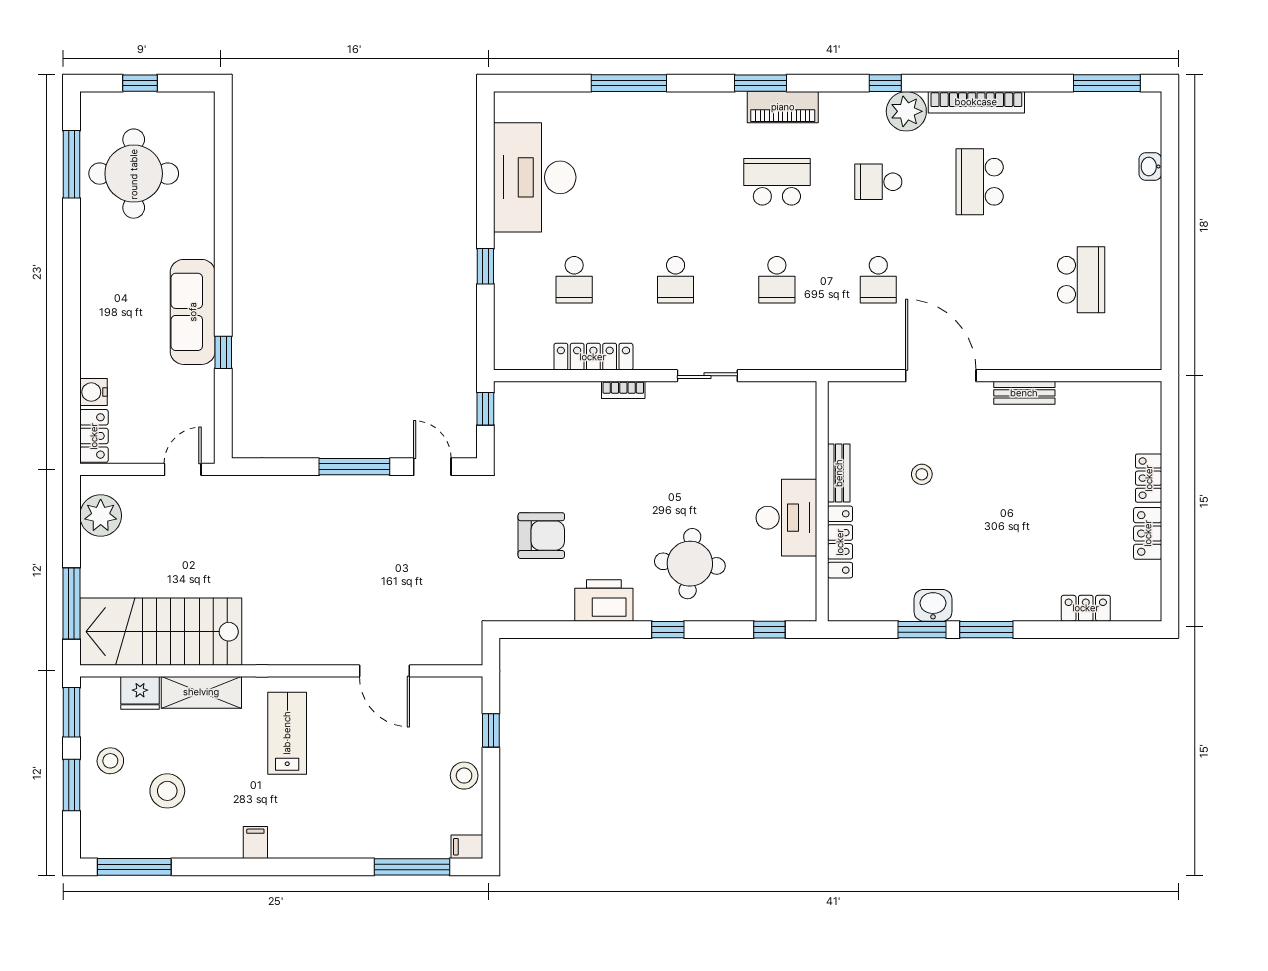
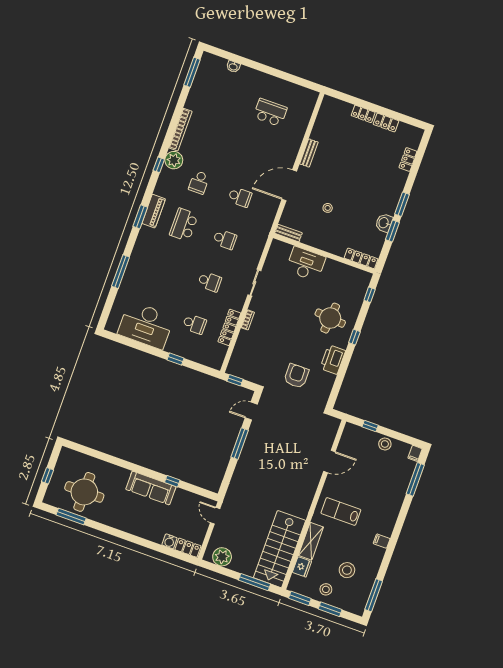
school desk: (980, 182) -> (214, 140), removed
bench: (839, 473) -> (288, 233), moved
desk: (786, 518) -> (306, 264), moved
locker: (840, 542) -> (361, 258), moved

